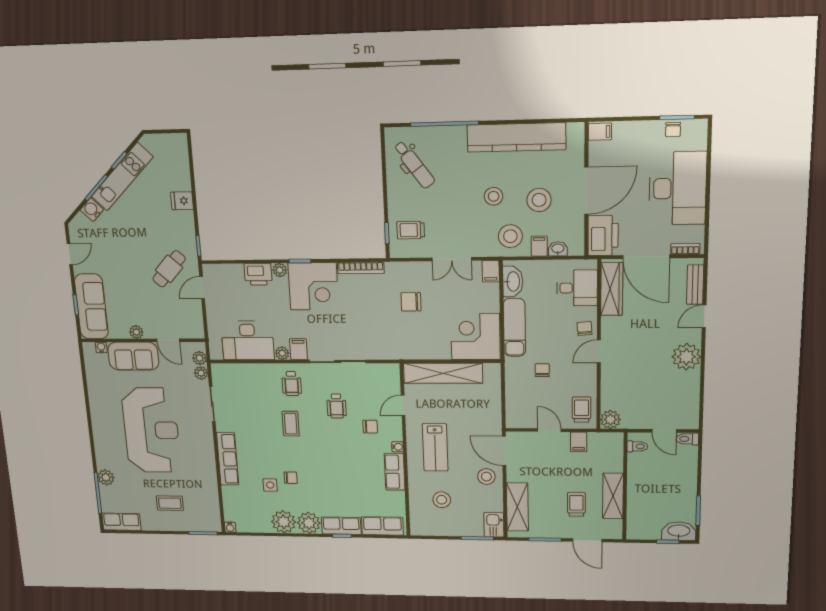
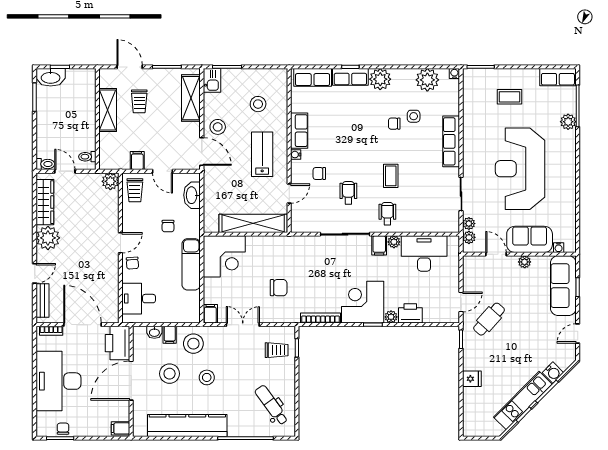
washbasin: (513, 281) -> (192, 195), moved
wardrobe: (612, 289) -> (45, 202), moved, turned 180
plant: (284, 522) -> (427, 80), moved

